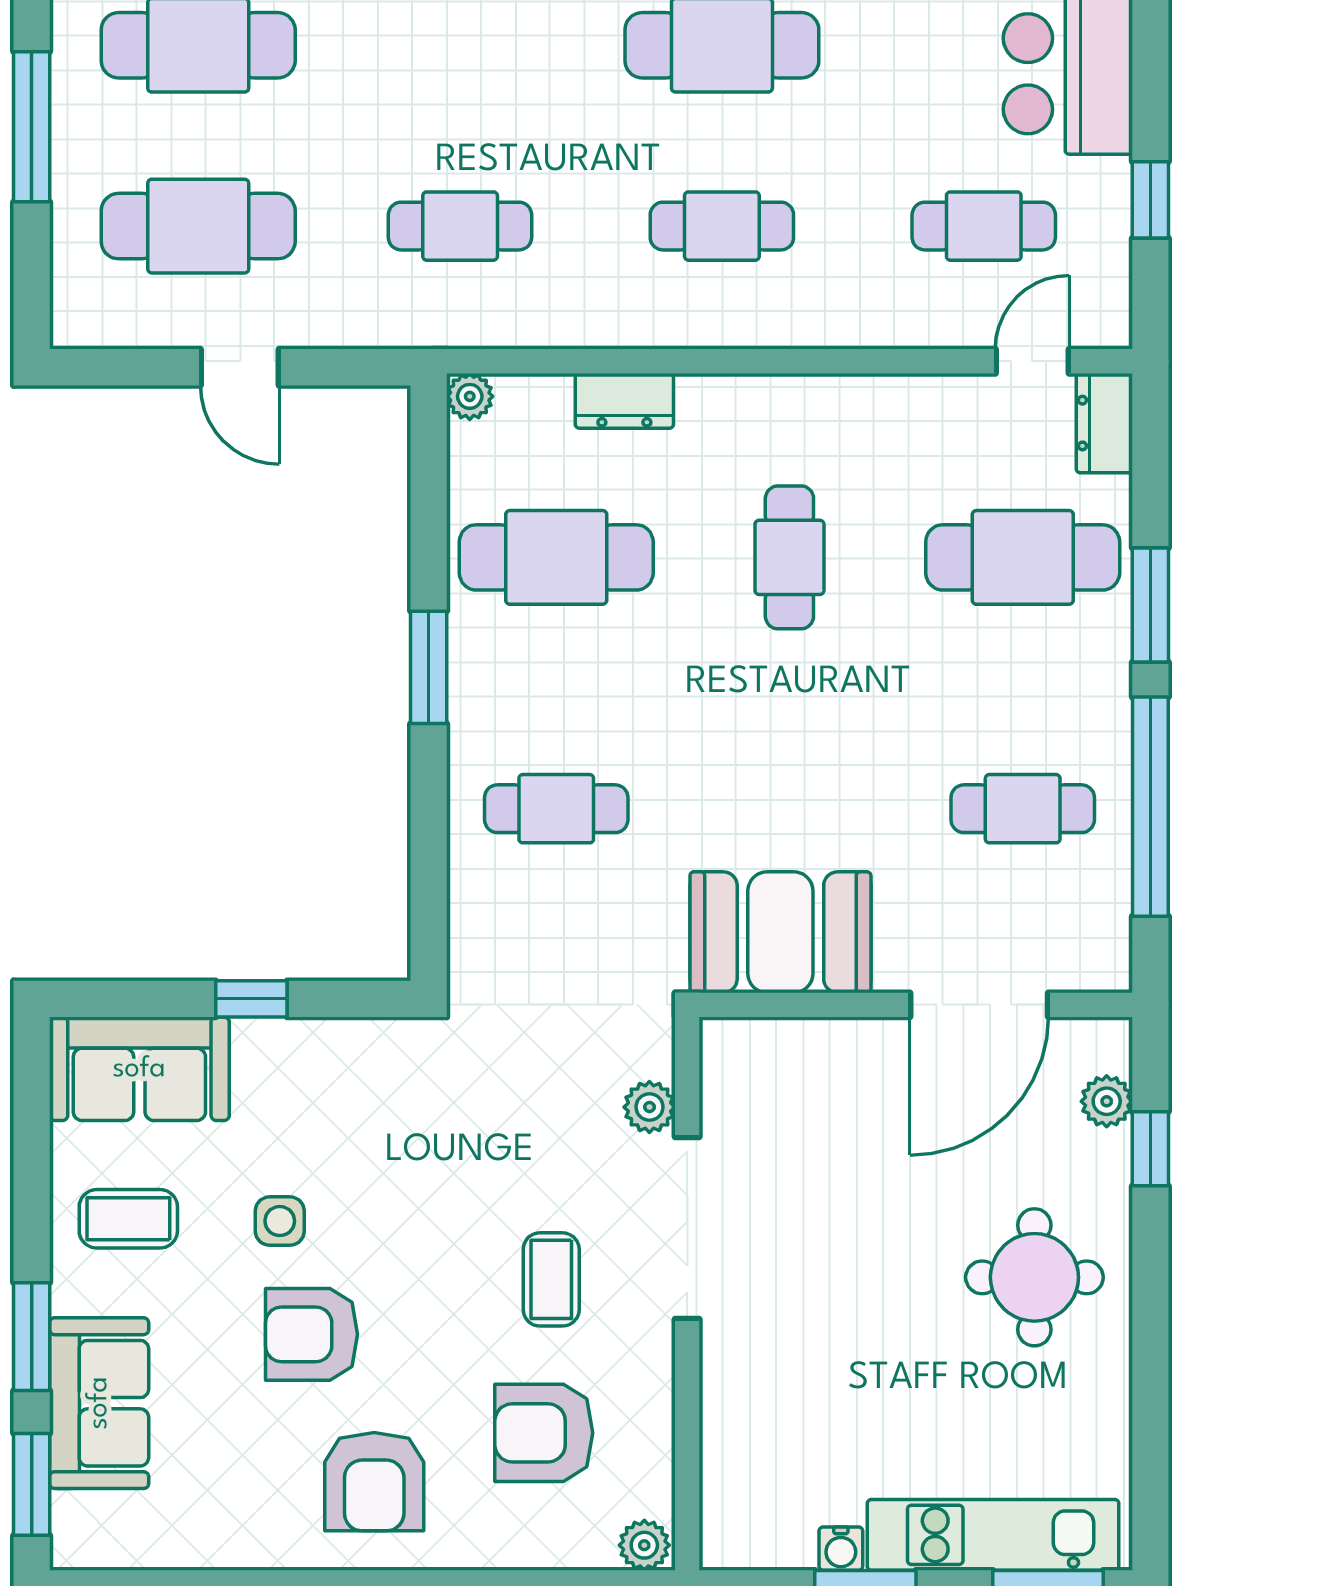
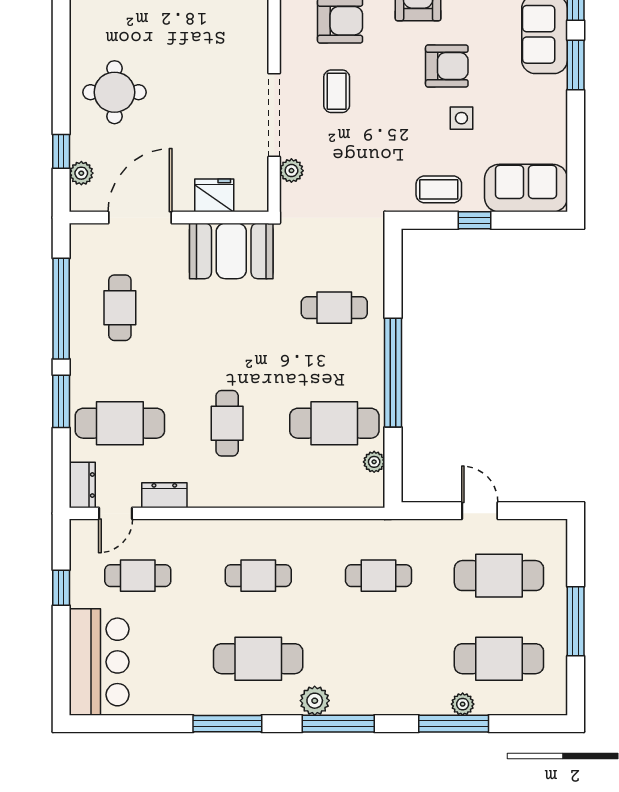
plant: (470, 396) -> (374, 462), moved
dresser: (624, 401) -> (164, 495), moved
window: (429, 667) -> (393, 373), width x2.11
cafe table: (1023, 809) -> (120, 308), turned 90
fridge: (817, 1053) -> (214, 195), added
coffee table: (128, 1219) -> (439, 189), moved

